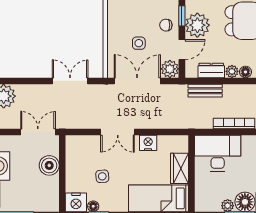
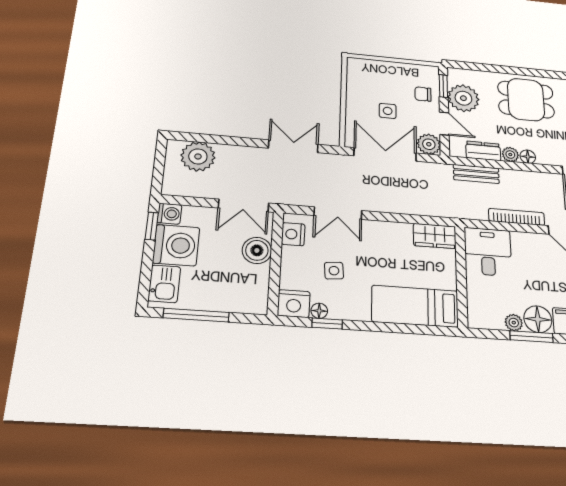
door: (182, 50) -> (444, 124), hinge flipped
double door: (38, 132) -> (244, 206), swing flipped
double door: (118, 132) -> (338, 213), moved
nightstand: (148, 143) -> (293, 234), moved, turned -90
desk: (218, 153) -> (488, 252), width x0.73
wardrobe: (179, 168) -> (435, 236), moved, turned -90

